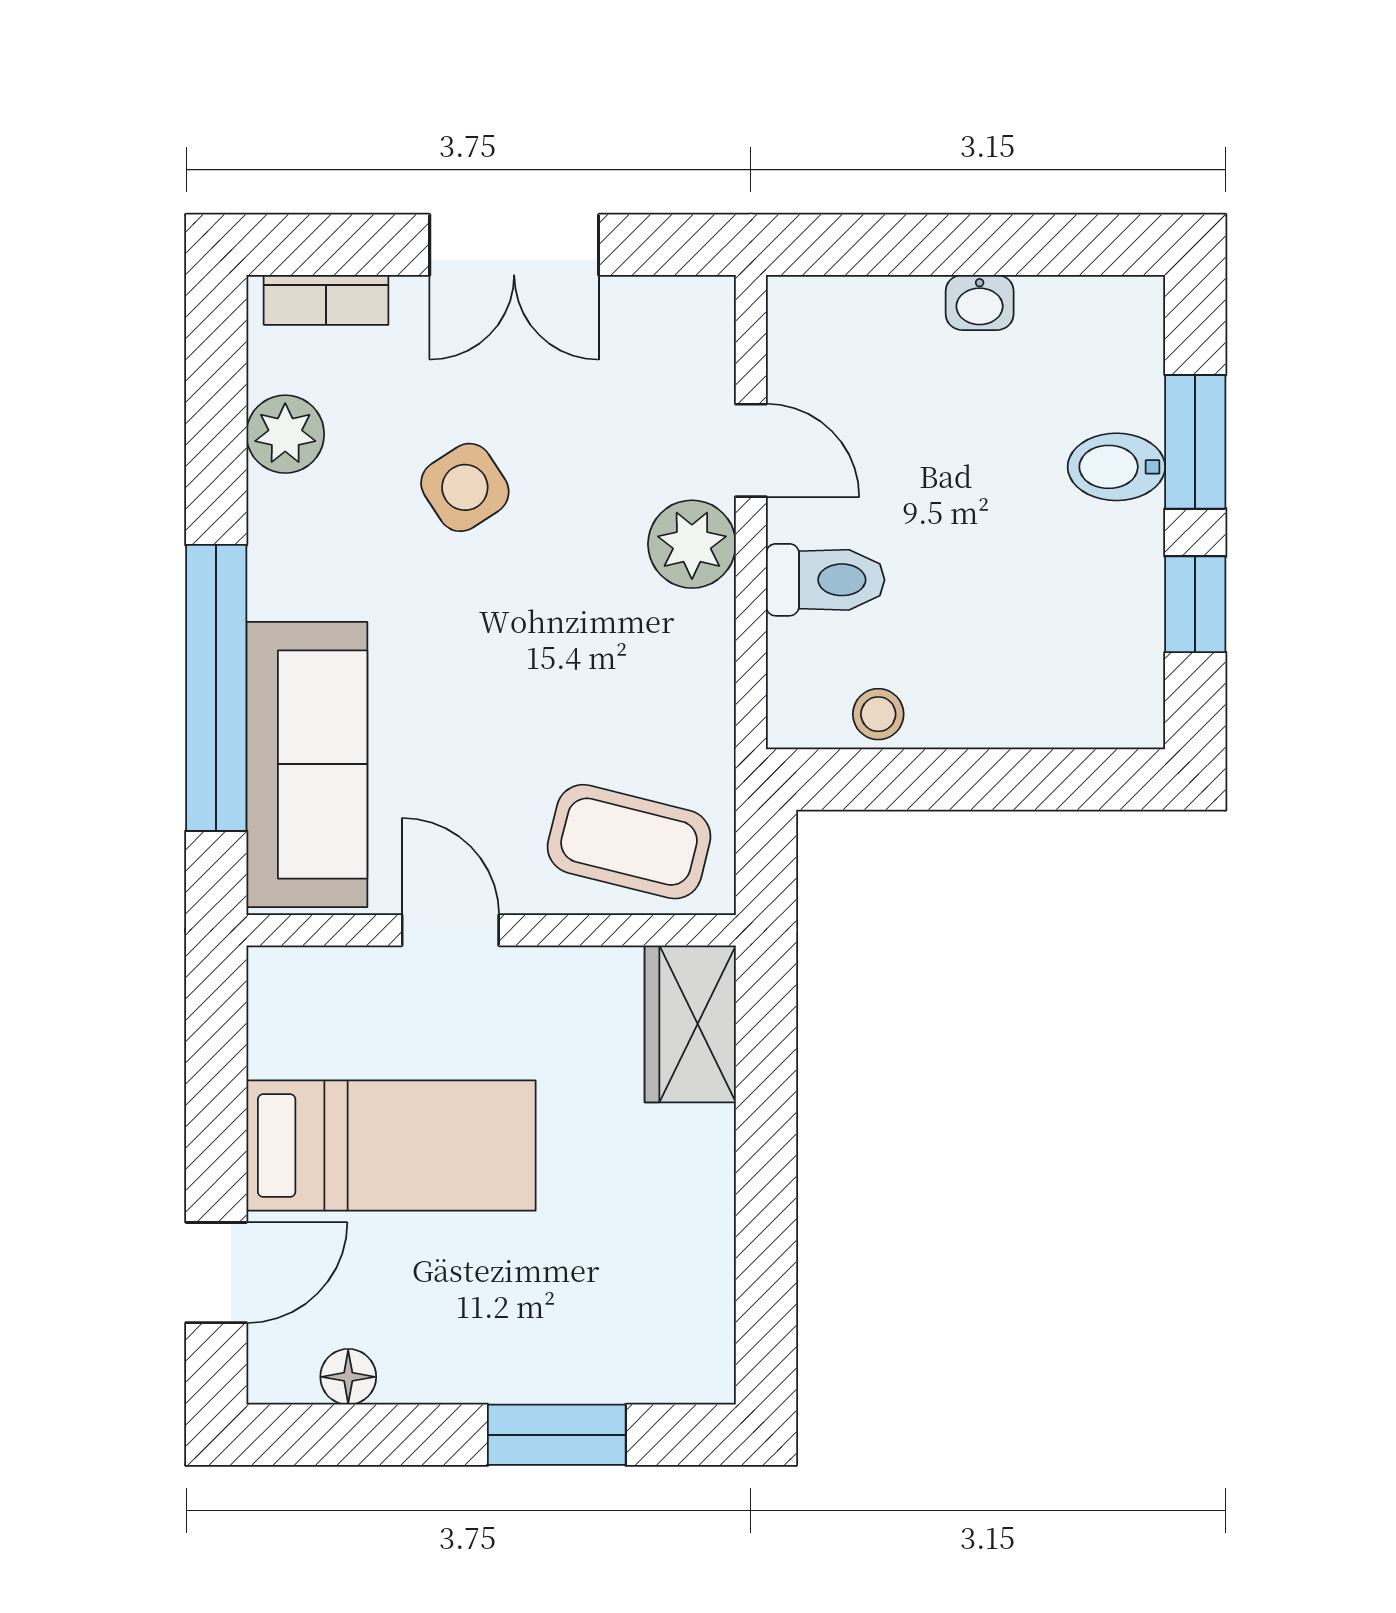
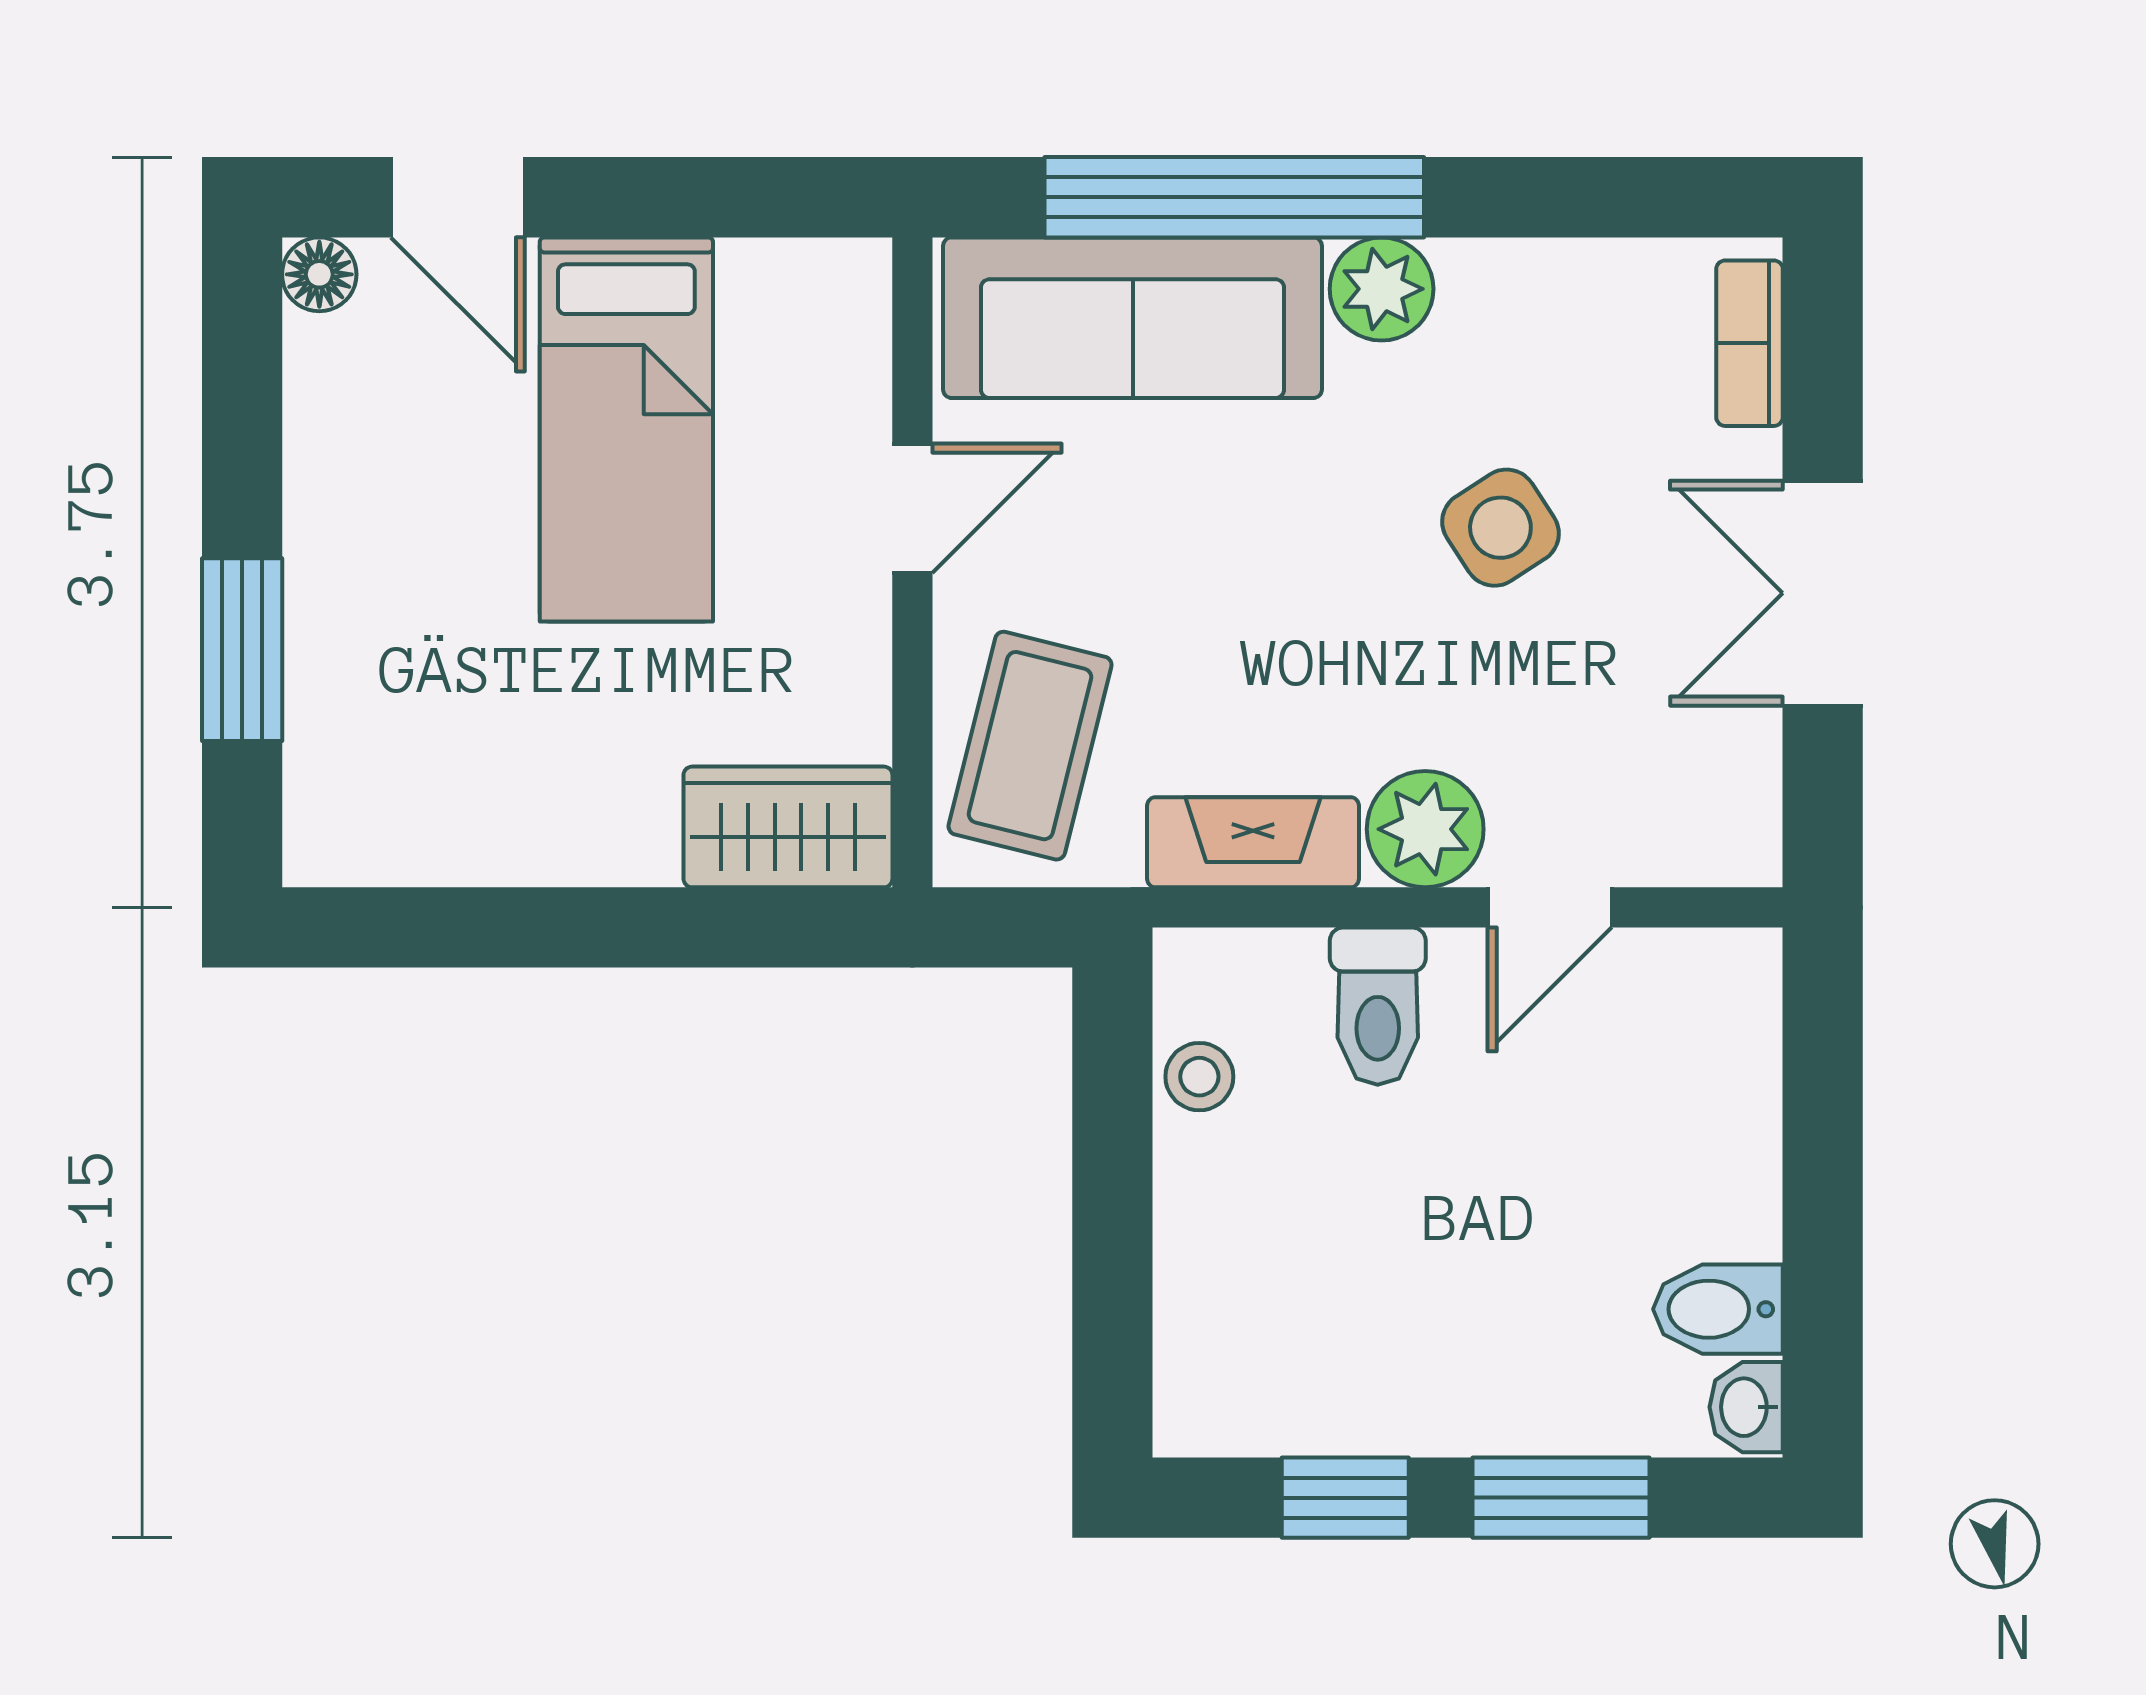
washbasin: (980, 303) -> (1746, 1407), moved
plant: (285, 434) -> (1382, 289), moved
bidet: (1116, 467) -> (1718, 1309), moved, turned -90
fireplace: (702, 674) -> (1253, 842), added
floor lamp: (348, 1377) -> (319, 274), moved

